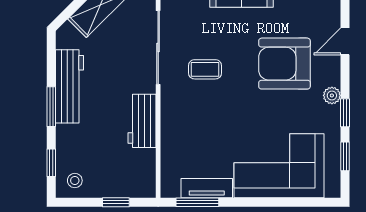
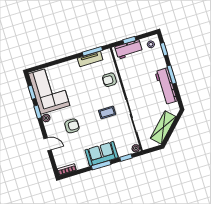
door: (345, 41) -> (48, 144), hinge flipped
armchair: (284, 64) -> (72, 126), width x0.53, depth x0.53
workbench: (142, 121) -> (129, 49), moved, turned 90
armchair: (180, 134) -> (109, 80), added
corner sofa: (279, 166) -> (49, 90), moved, turned -90

